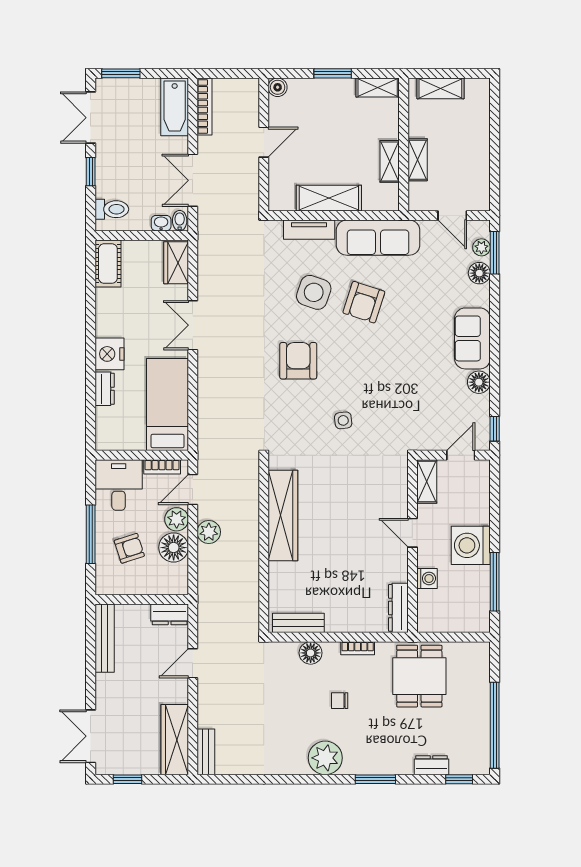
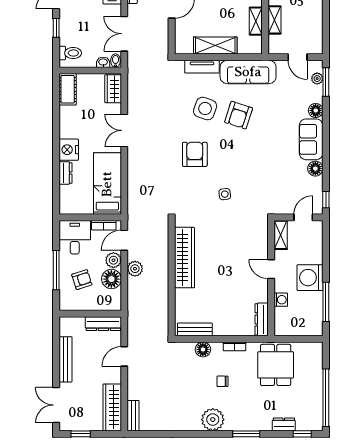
floor lamp: (479, 273) -> (316, 110), moved
dresser: (170, 614) -> (103, 324), width x1.44
bench: (105, 638) -> (65, 359), moved

